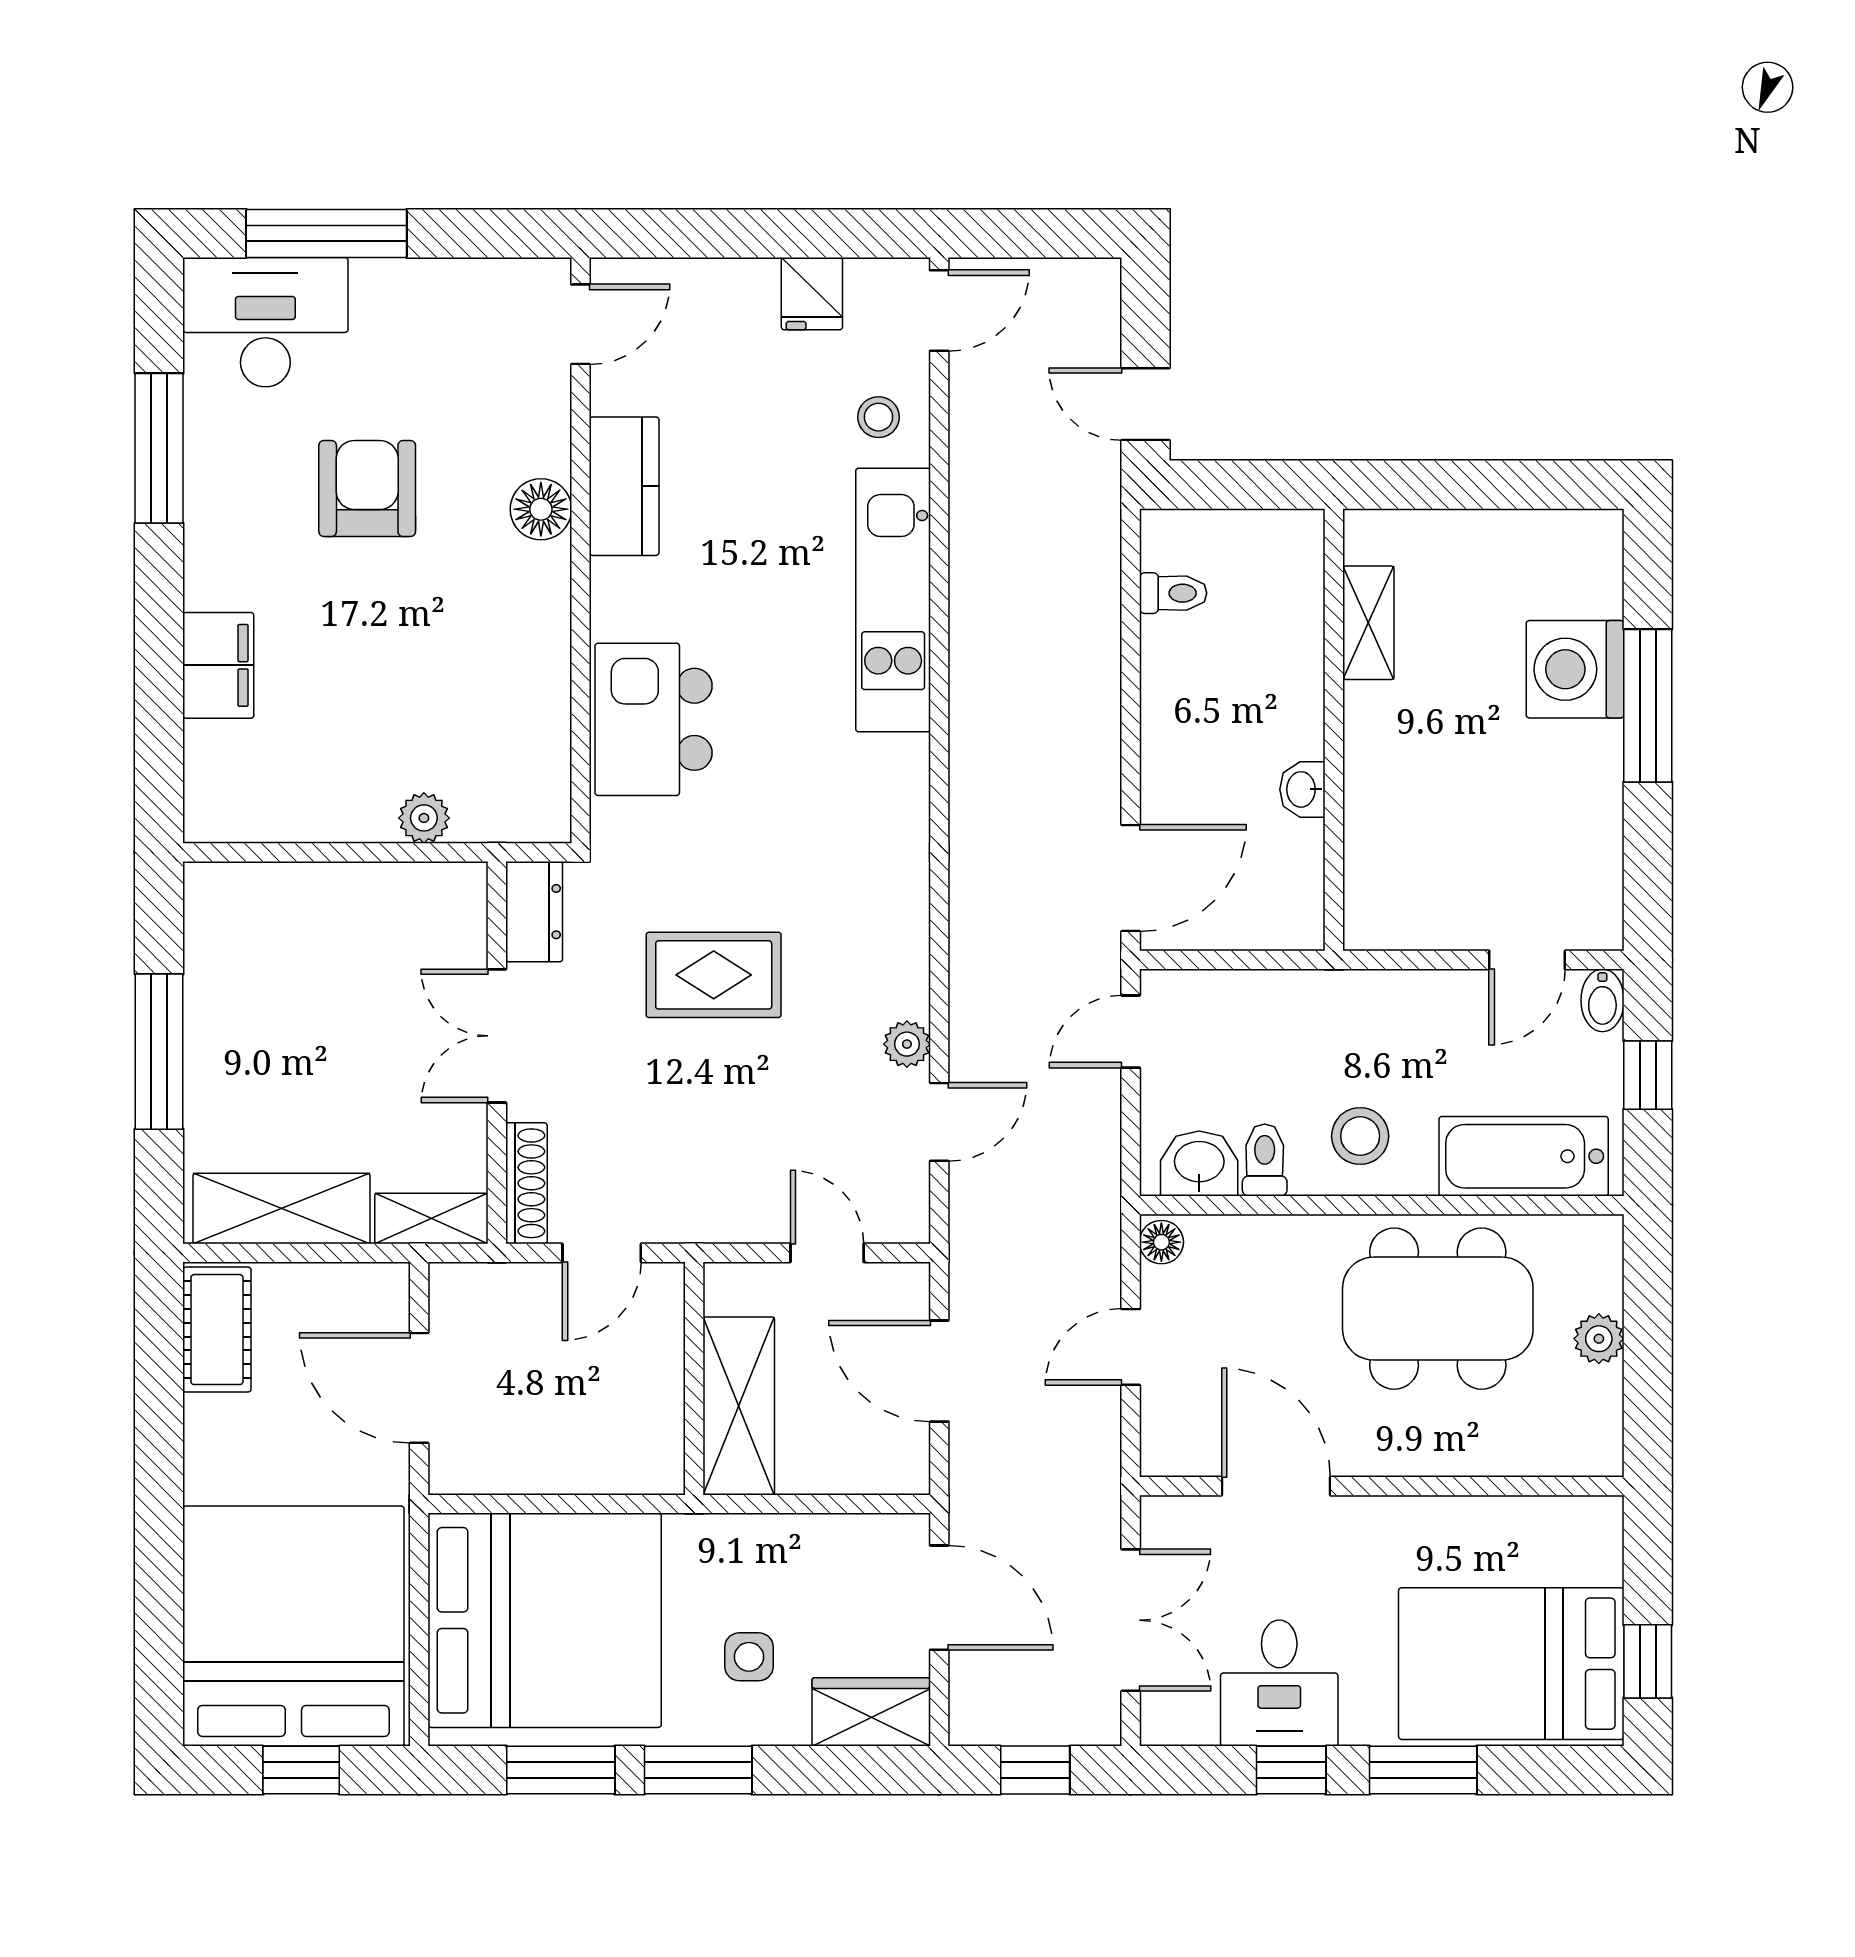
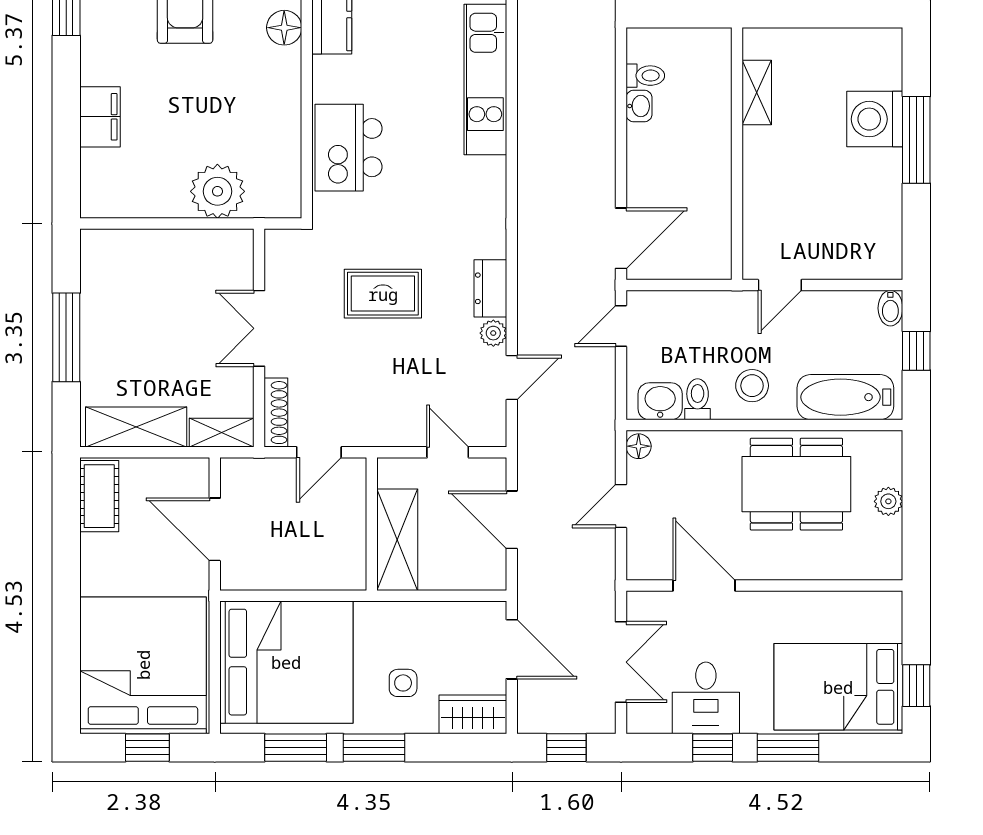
washbasin: (1302, 789) -> (639, 106), moved, turned 180
plant: (424, 818) -> (217, 191), width x1.88, depth x1.88
dresser: (534, 912) -> (490, 288), moved, turned 180
door: (1527, 960) -> (780, 285), moved

